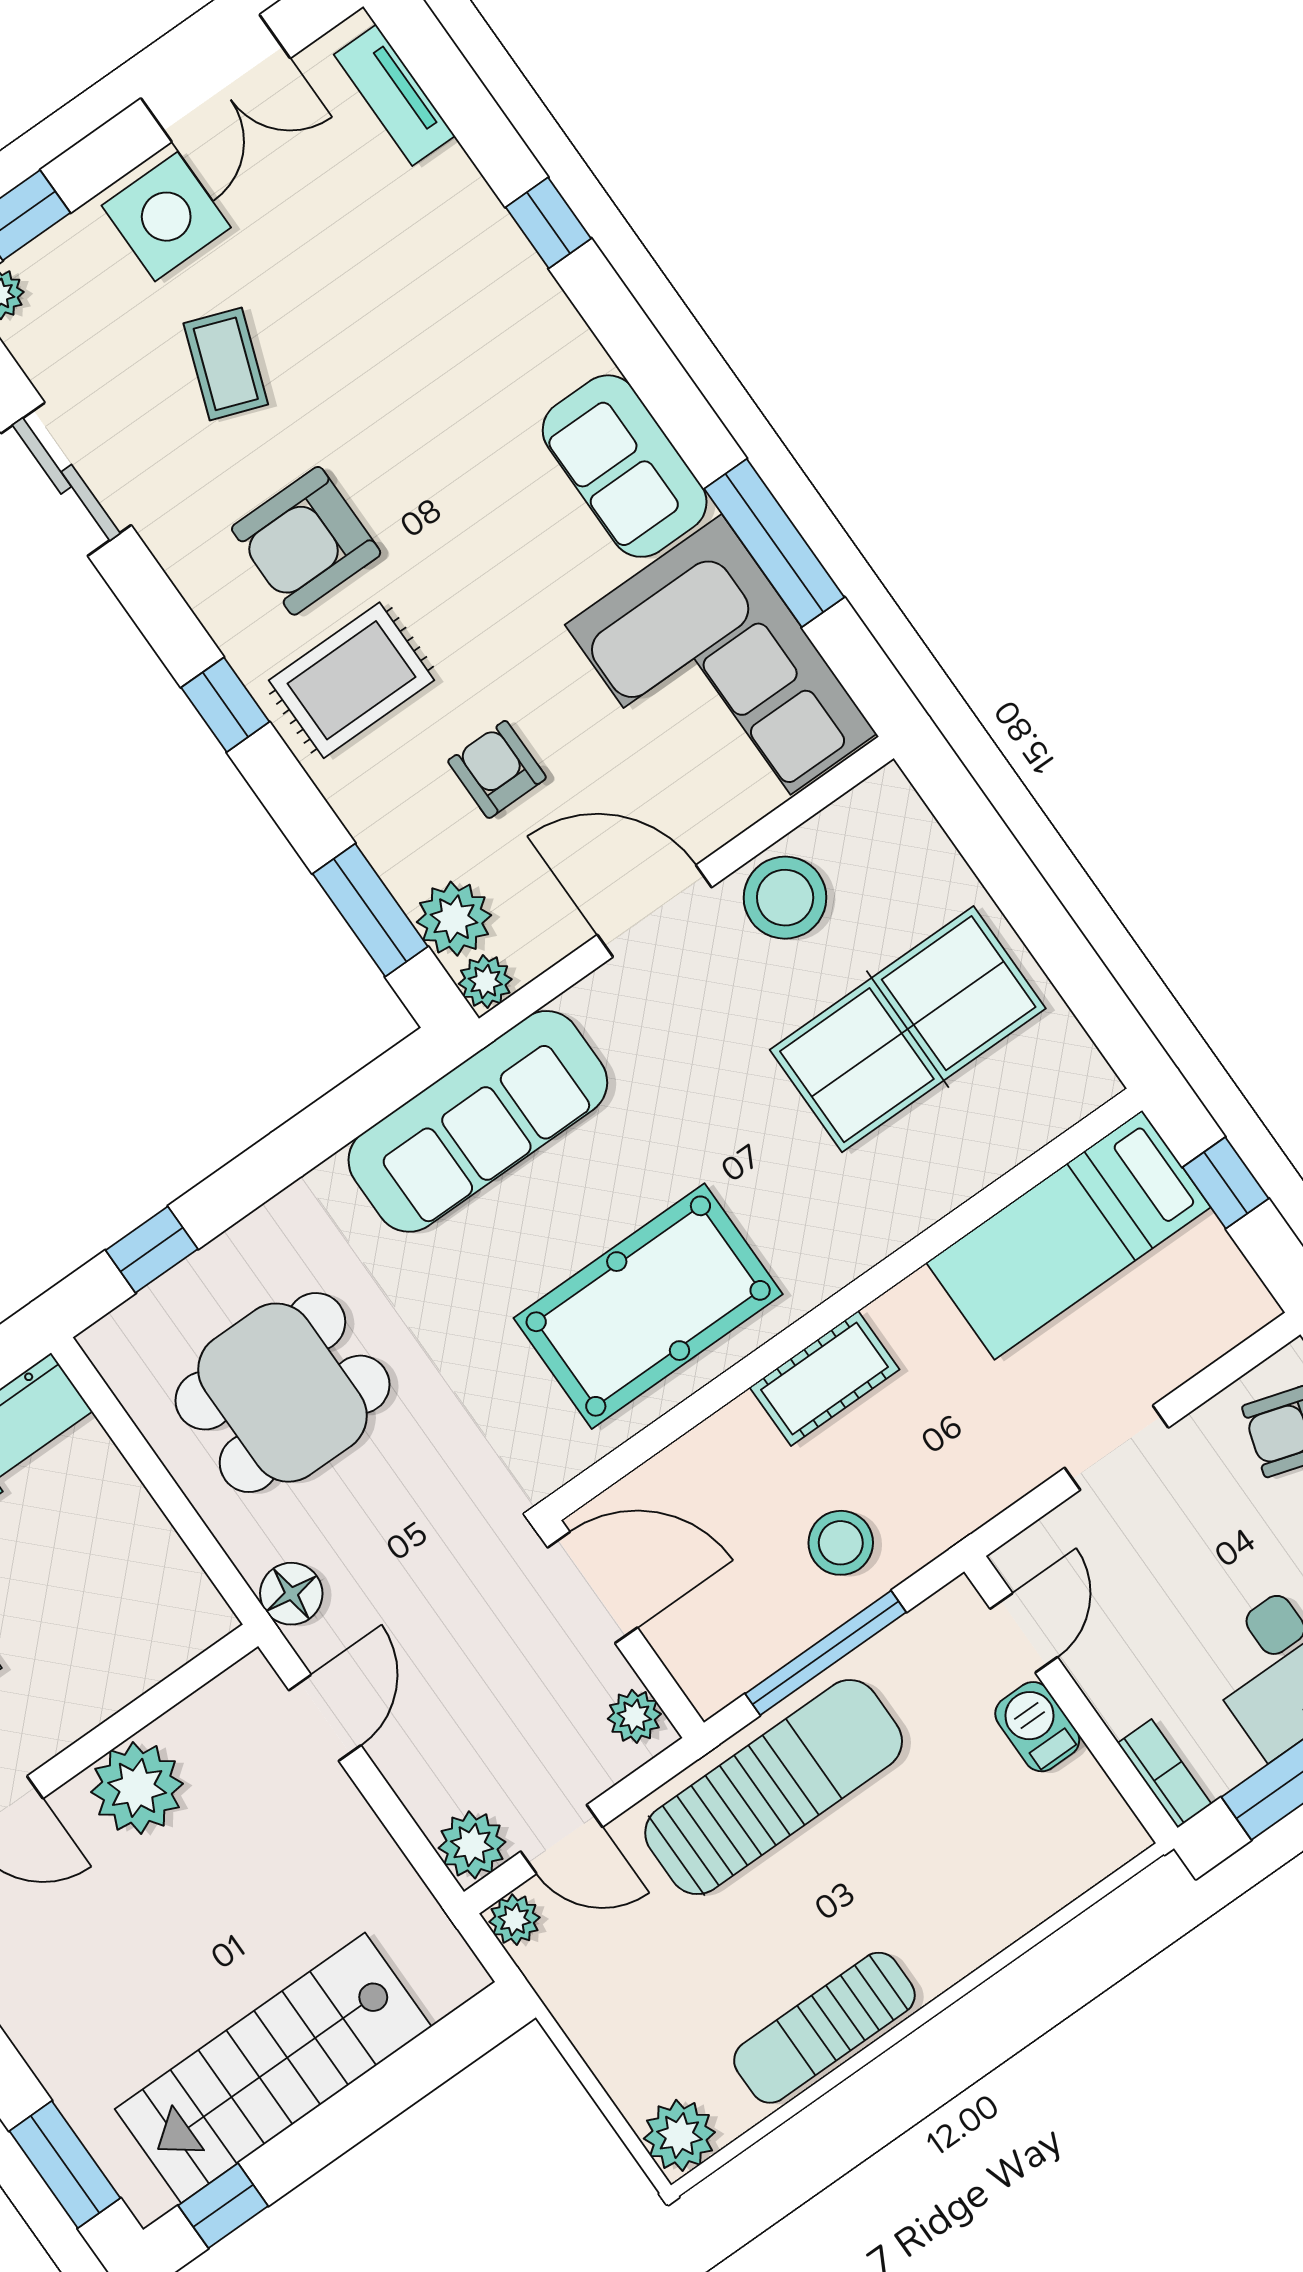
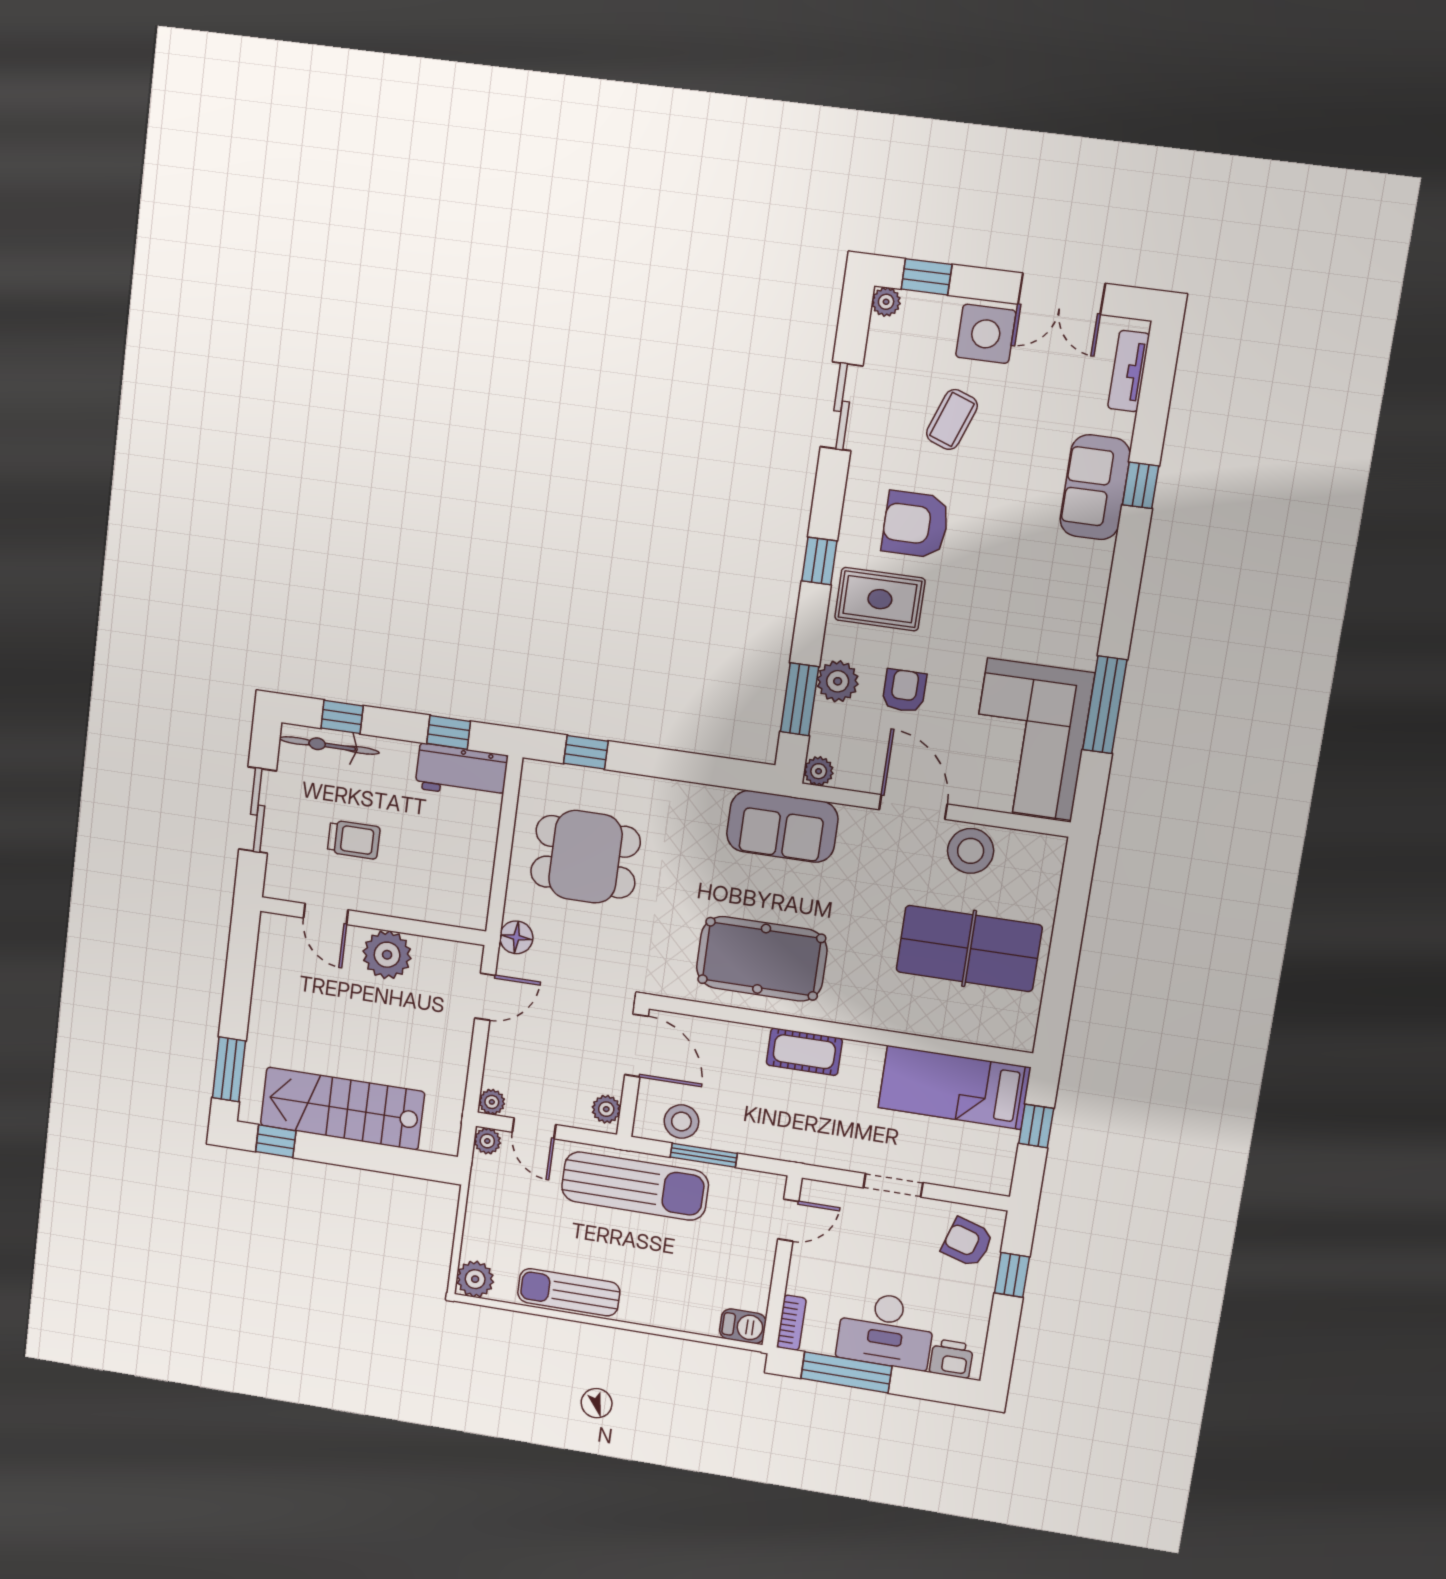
sofa: (625, 466) -> (1095, 487), moved
plant: (454, 919) -> (838, 681), moved
sofa: (478, 1121) -> (782, 826), width x0.73
stool: (841, 1543) -> (681, 1122), moved
window: (826, 1653) -> (704, 1155), width x0.69
barbecue: (1037, 1727) -> (743, 1326), moved, turned 90
plant: (472, 1845) -> (492, 1102), width x0.73, depth x0.73

